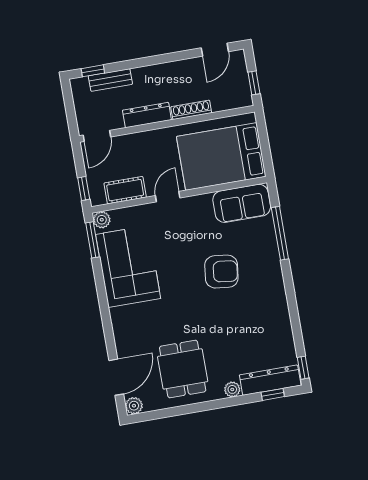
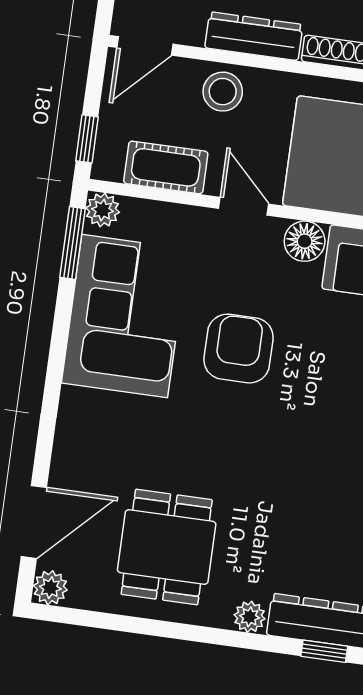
stool: (141, 146) -> (223, 92), added
door: (168, 197) -> (244, 206), hinge flipped
floor lamp: (202, 204) -> (305, 241), added
armchair: (221, 272) -> (239, 349), moved, turned -97

